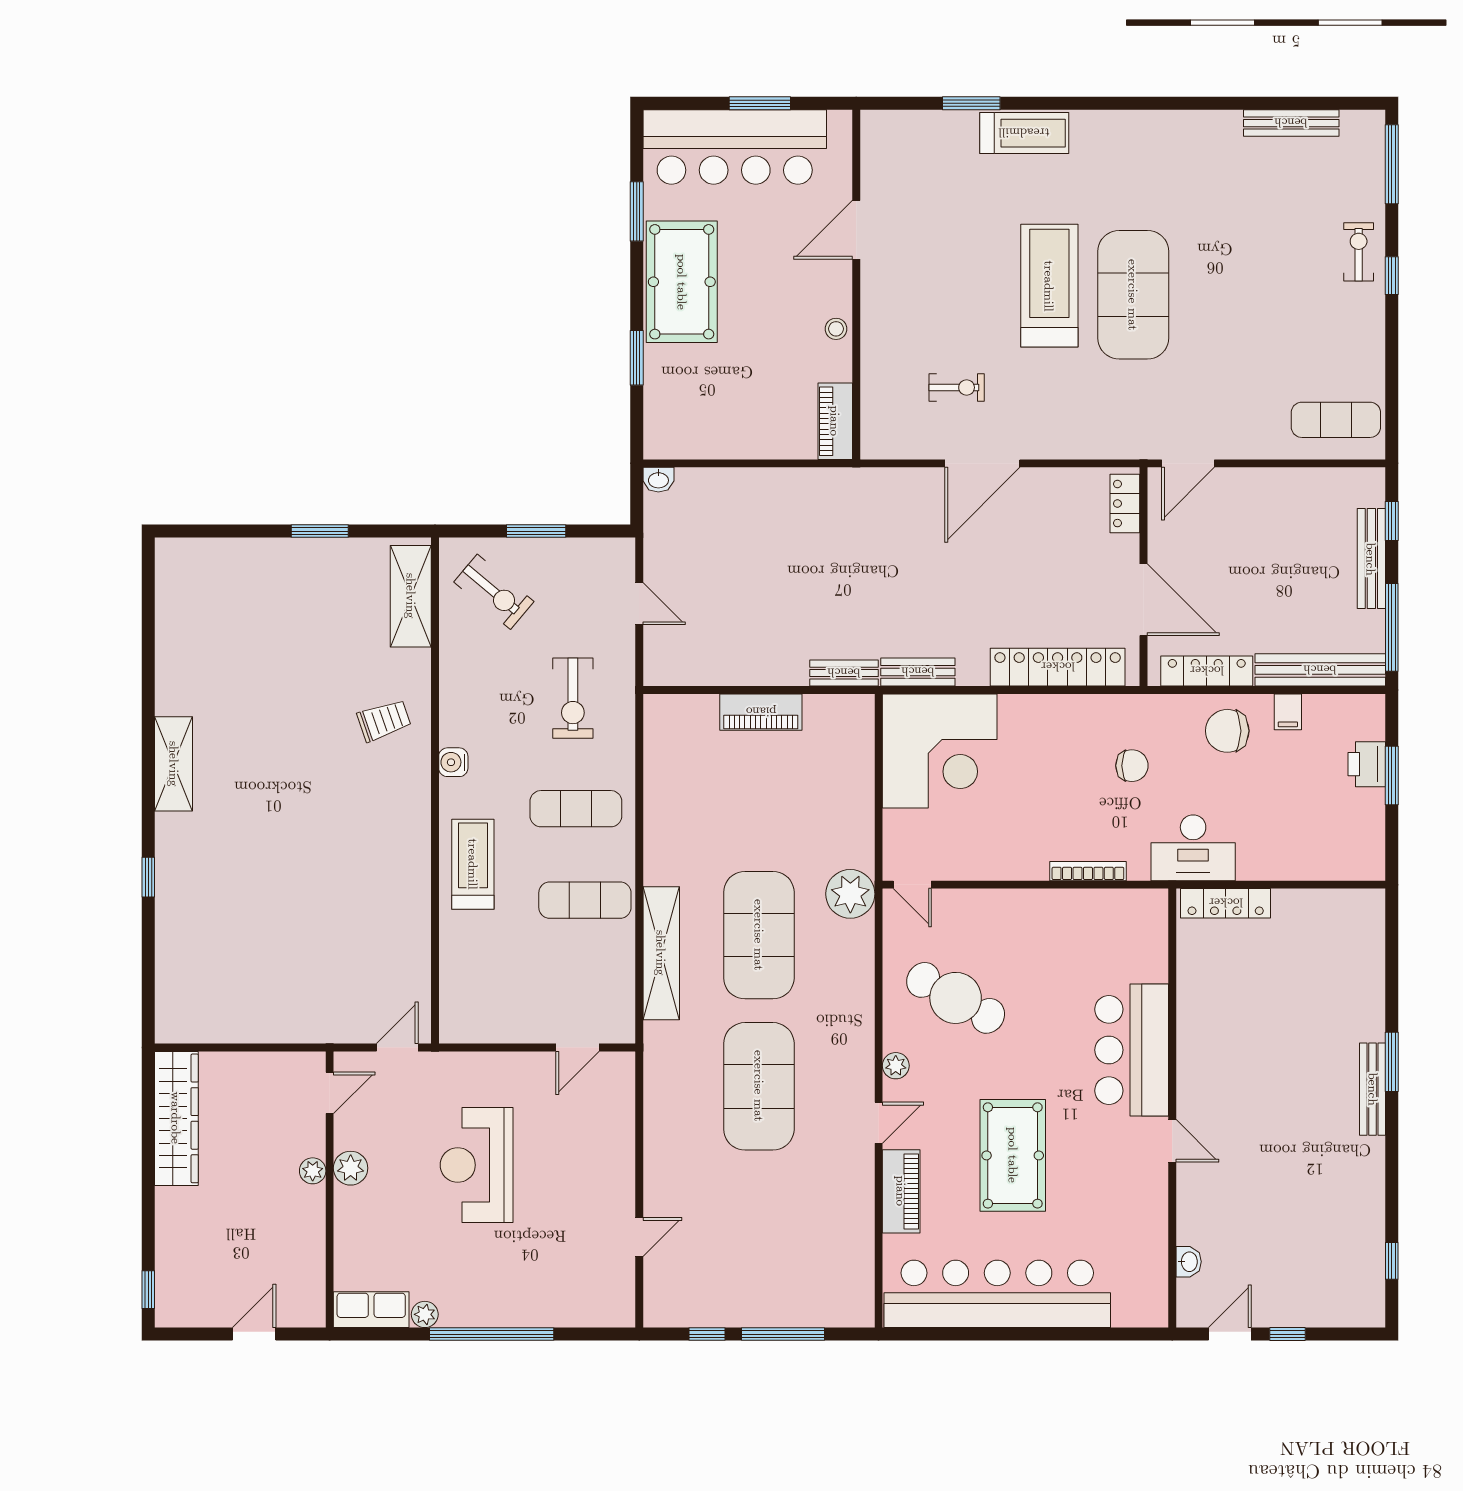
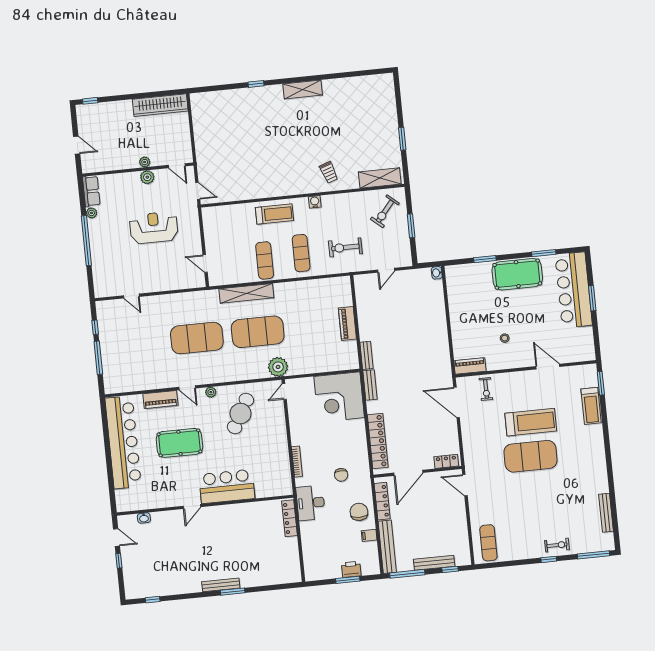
door: (856, 230) -> (548, 367), moved
wall: (856, 285) -> (526, 369), moved
piano: (835, 421) -> (470, 366), moved

